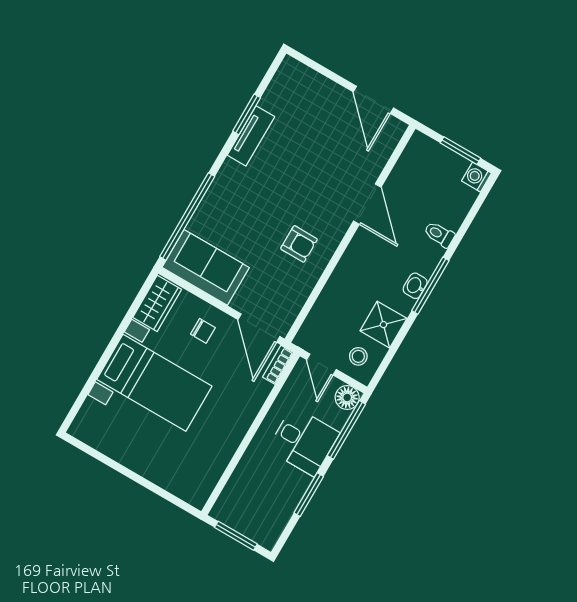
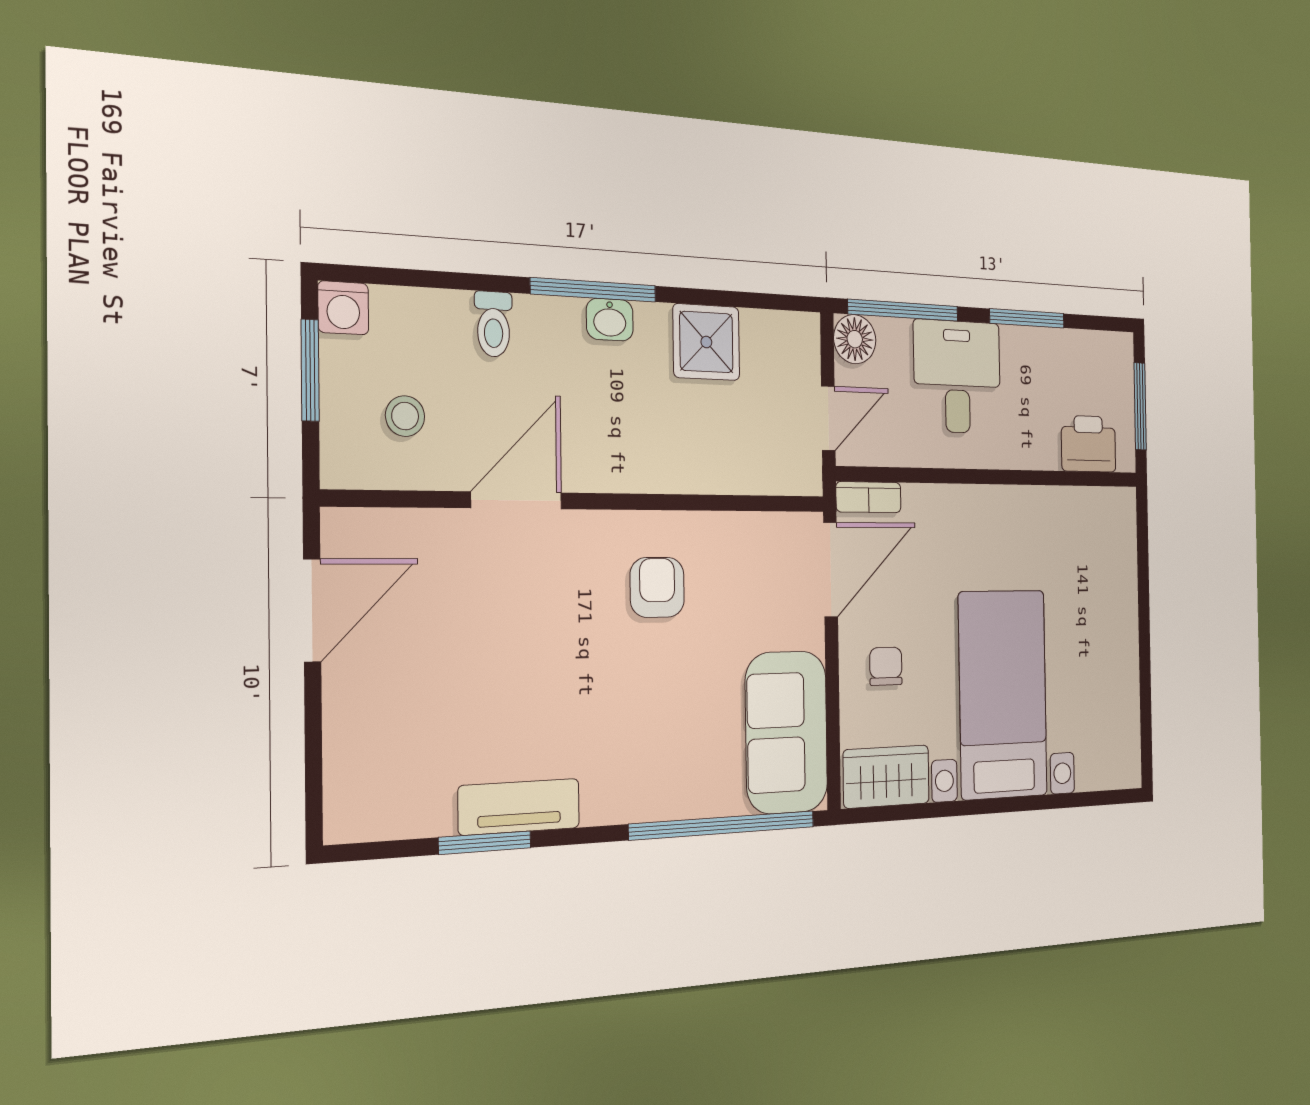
stool: (358, 356) -> (405, 416), moved
printer: (235, 496) -> (1089, 444), added

